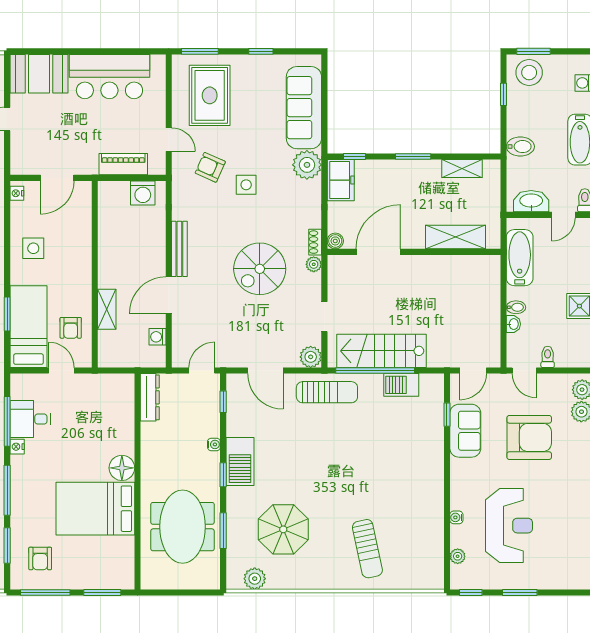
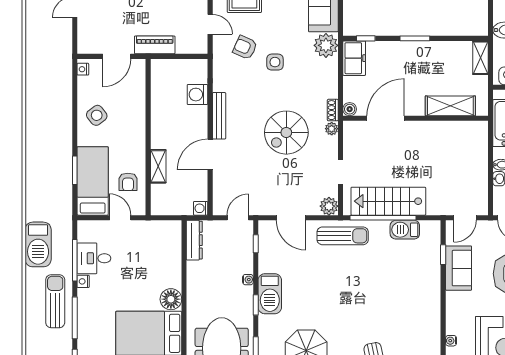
piano: (123, 164) -> (155, 45), moved
shelving: (462, 168) -> (480, 58), moved, turned 90
washing machine: (143, 193) -> (197, 95), moved, turned 90
side table: (33, 248) -> (97, 115), turned -38
washing machine: (157, 337) -> (201, 208), moved

